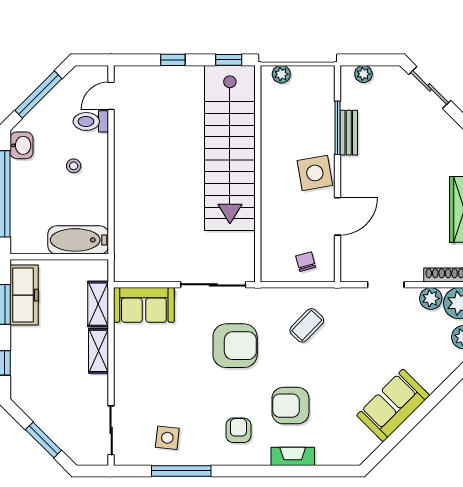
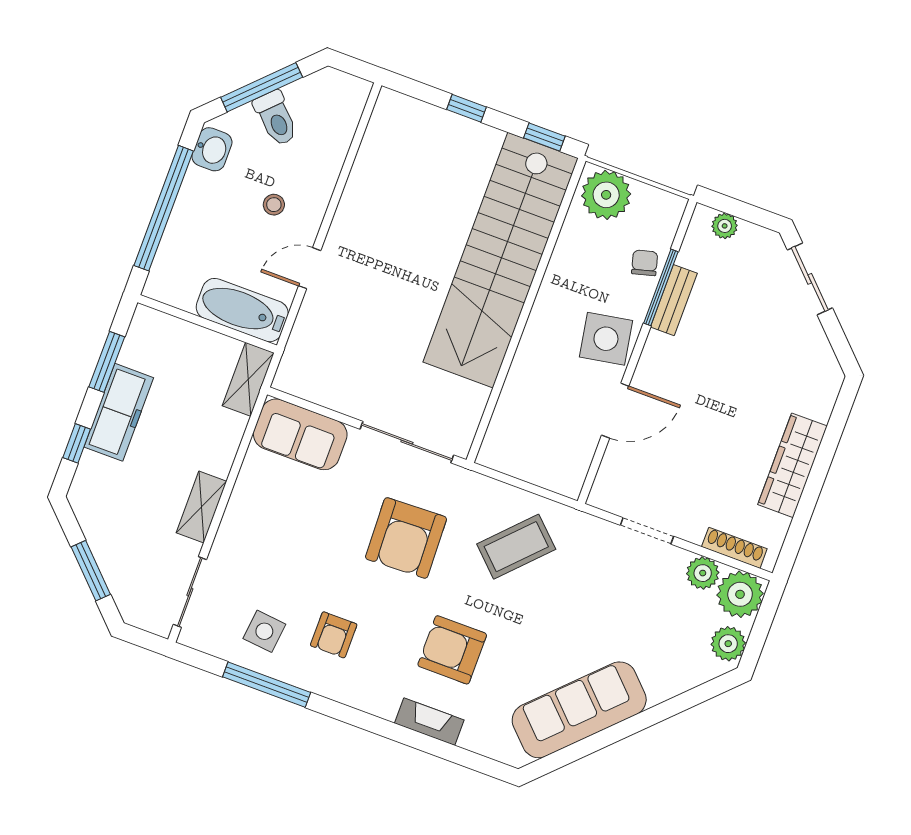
plant: (281, 74) -> (606, 195), width x1.88, depth x1.88
door: (111, 96) -> (310, 268), moved
toilet: (91, 121) -> (276, 118), moved, turned -135
chair: (306, 262) -> (645, 263), moved
freezer: (24, 295) -> (119, 412), moved
shelving: (98, 304) -> (248, 379), moved
coffee table: (307, 325) -> (516, 547), width x1.36, depth x1.30
armchair: (235, 346) -> (406, 538), turned 88
shelving: (99, 351) -> (201, 507), moved
sofa: (393, 405) -> (579, 710), width x1.36
armchair: (238, 430) -> (334, 635), moved, turned 180

